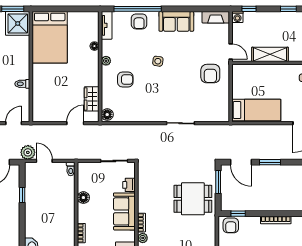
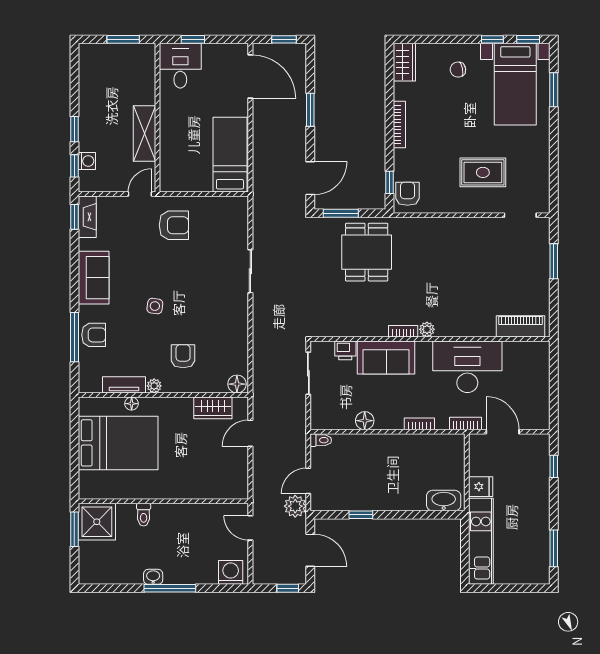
window: (138, 9) -> (74, 337), width x0.68
window: (216, 9) -> (74, 217), added
window: (288, 9) -> (74, 129), moved
washing machine: (237, 17) -> (87, 161), moved
tv unit: (107, 25) -> (124, 385), moved
bed: (50, 37) -> (118, 443), moved
toilet: (22, 84) -> (144, 515), moved
door: (75, 123) -> (250, 433), hinge flipped
window: (270, 162) -> (310, 110), moved
armchair: (231, 225) -> (407, 194), turned -90

